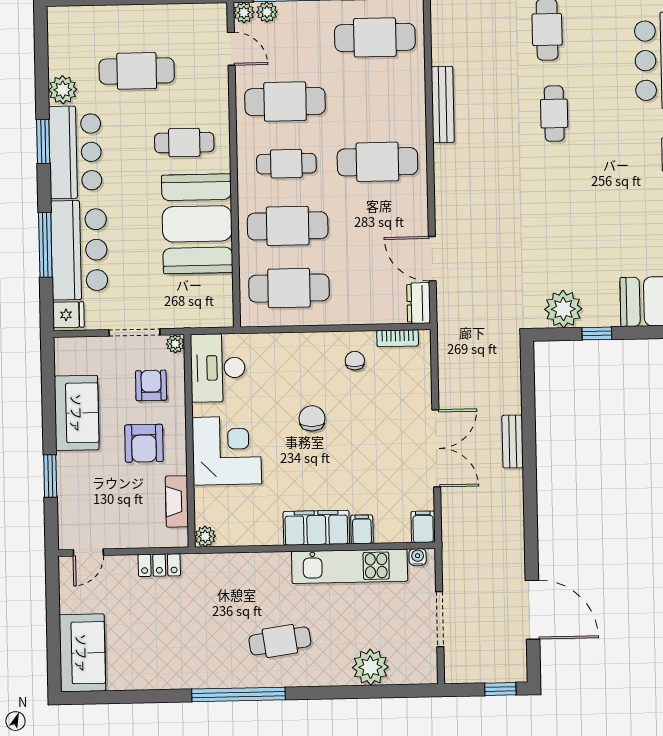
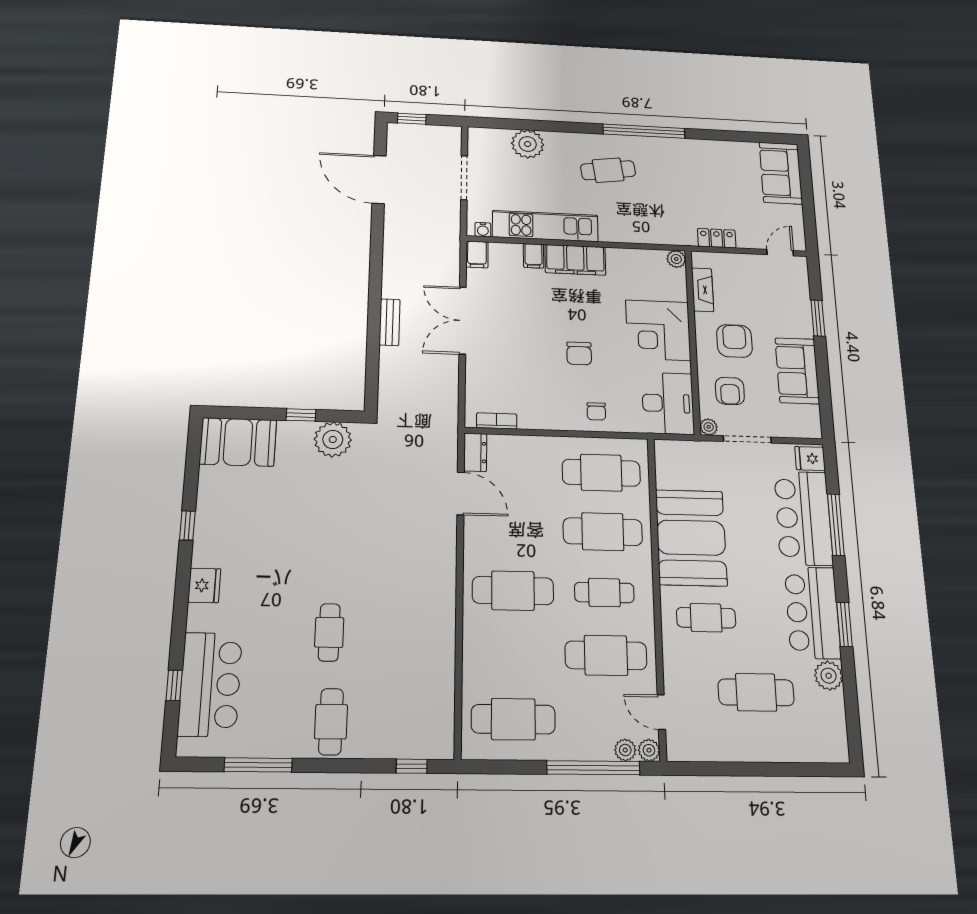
bench: (443, 105) -> (445, 646), removed
chair: (355, 361) -> (596, 411), moved

